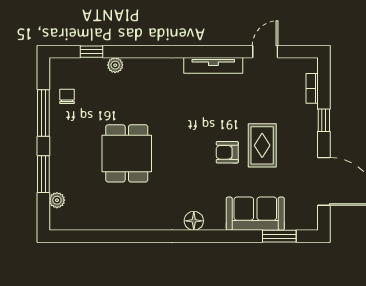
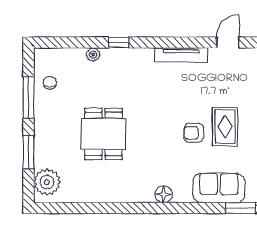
window: (91, 52) -> (119, 43), moved
plant: (57, 200) -> (47, 182), width x1.88, depth x1.88

